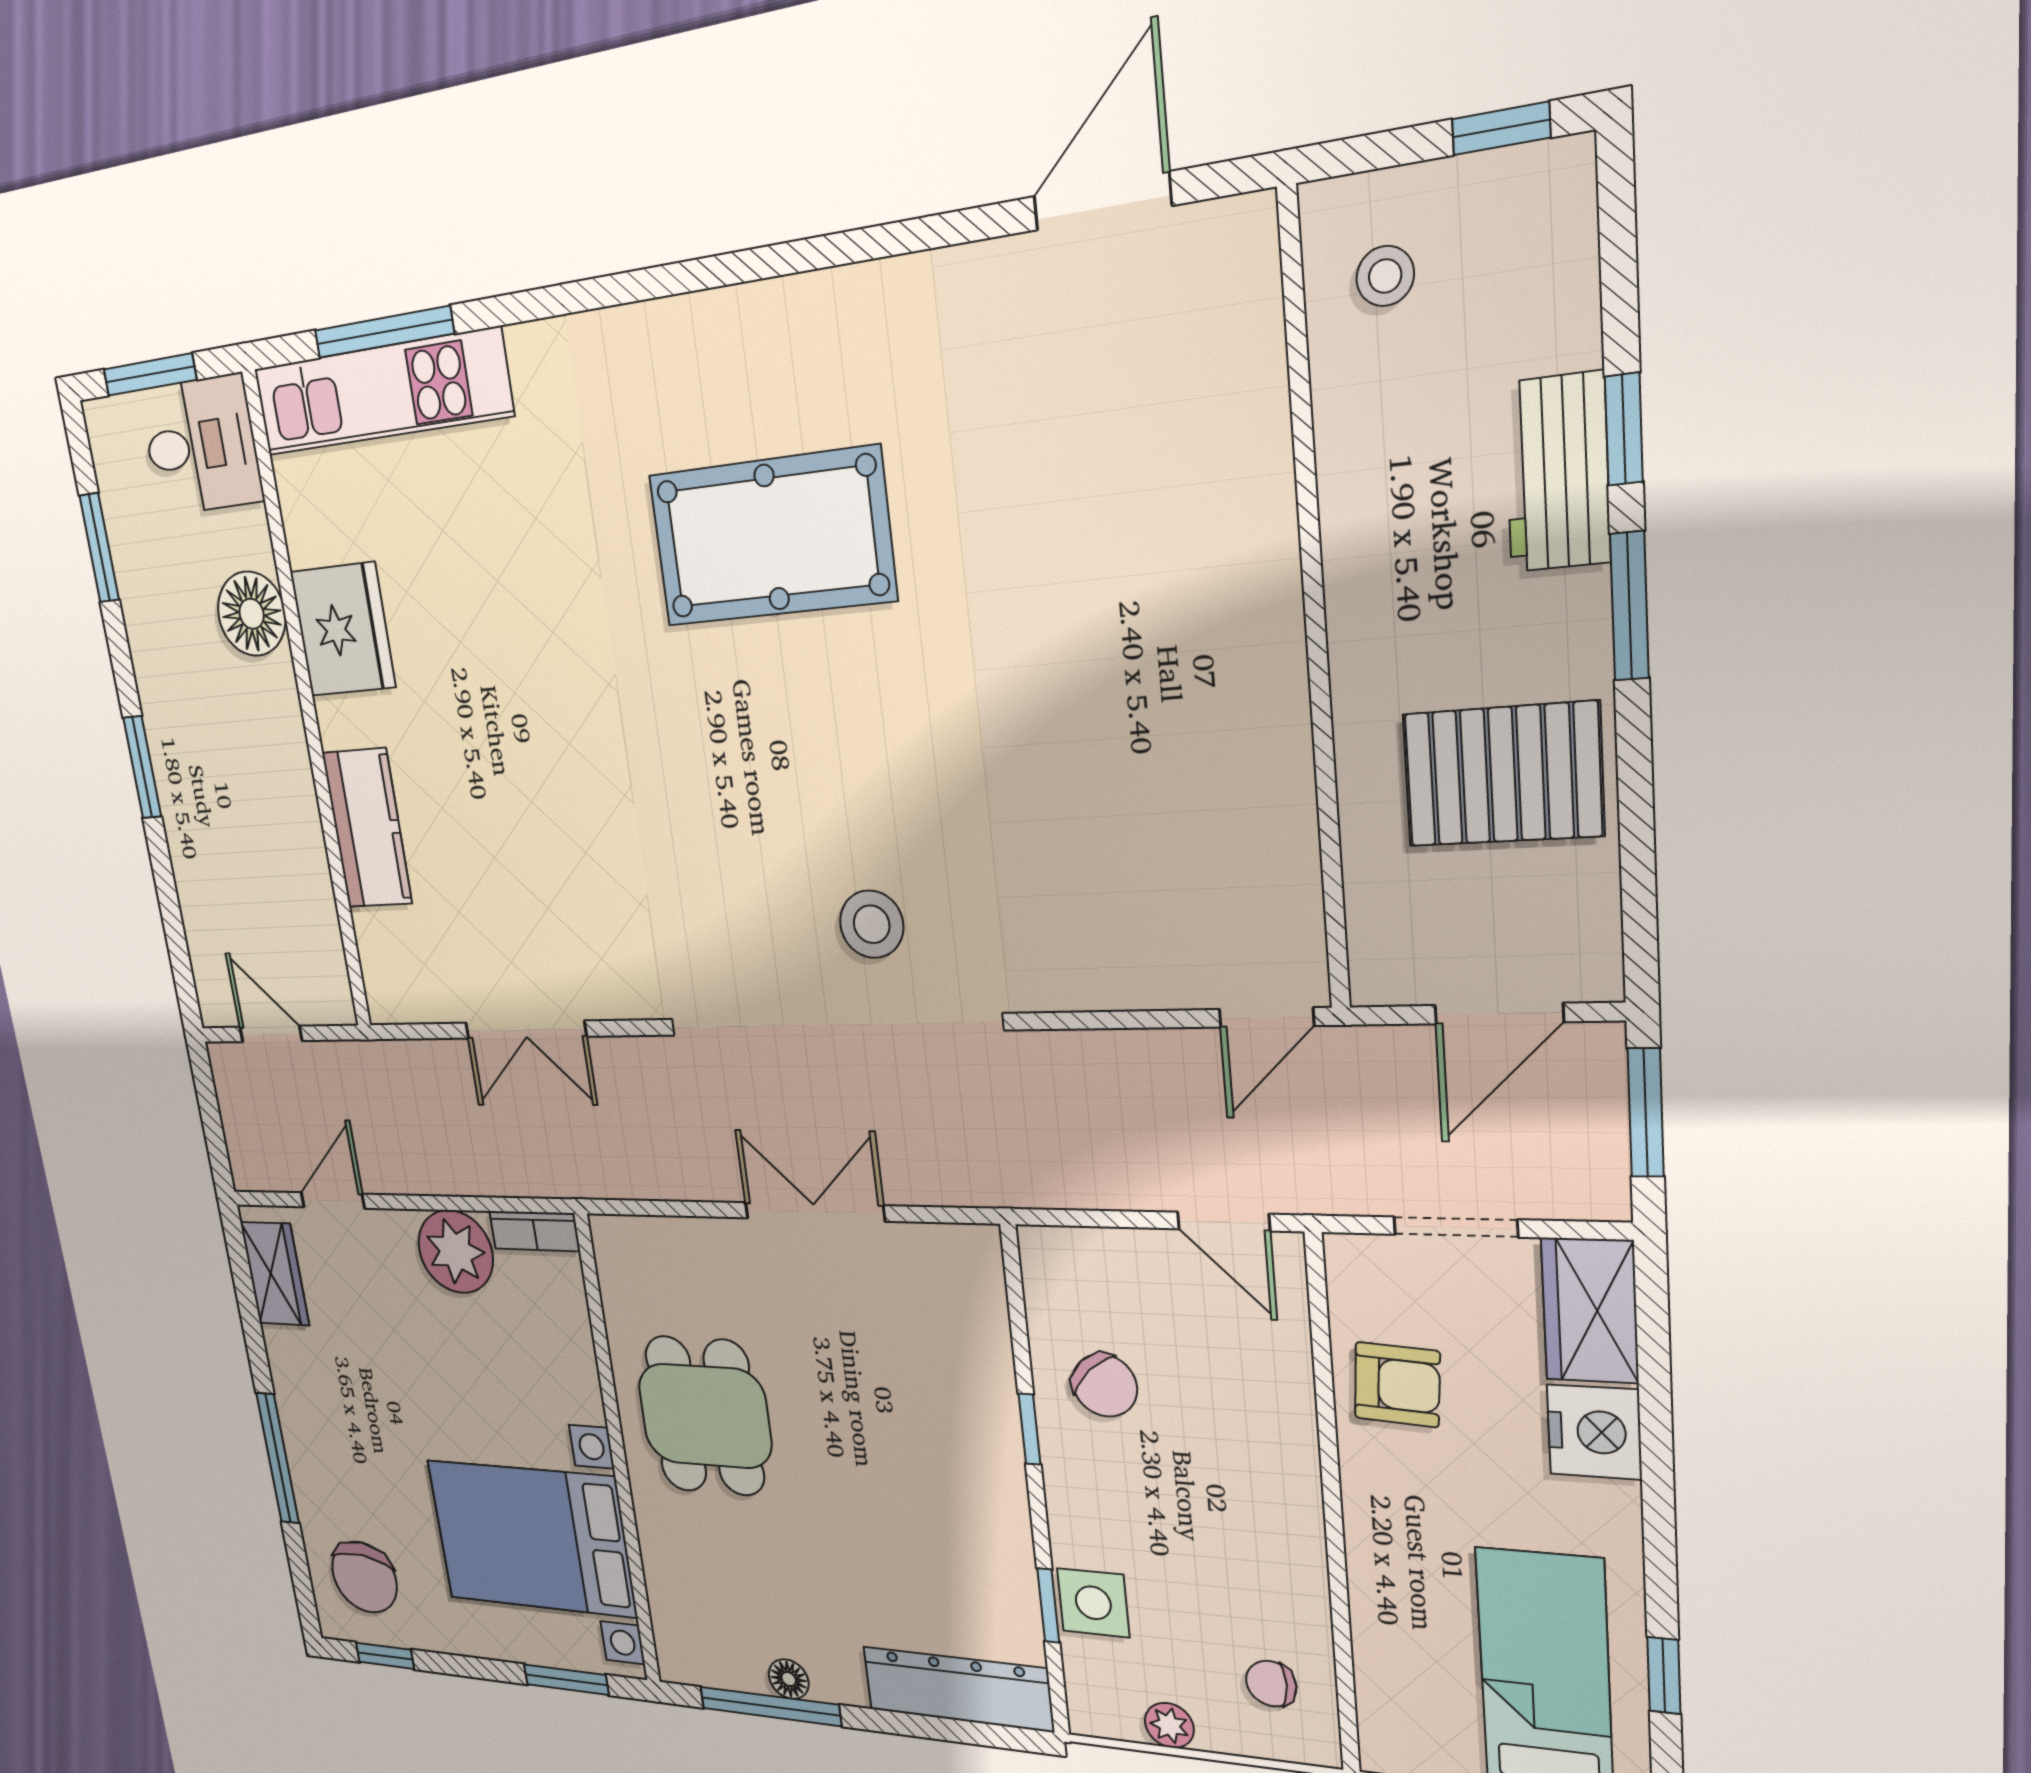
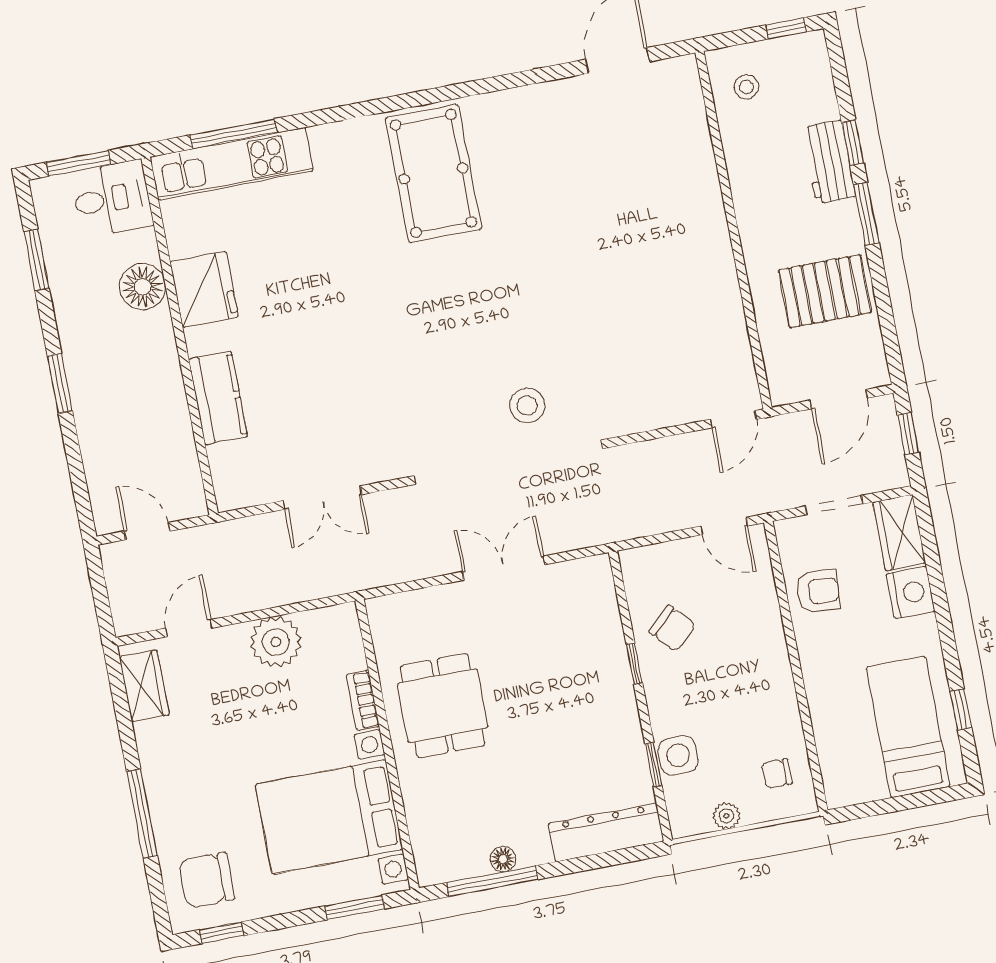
pool table: (772, 537) -> (433, 173), moved, turned 90
window: (1646, 1113) -> (908, 434), width x0.67
bookcase: (535, 1231) -> (363, 700), moved, turned 90
chair: (364, 1577) -> (207, 880), turned 83

